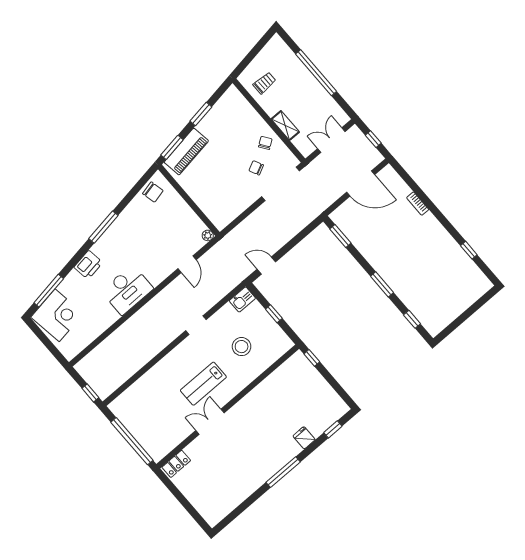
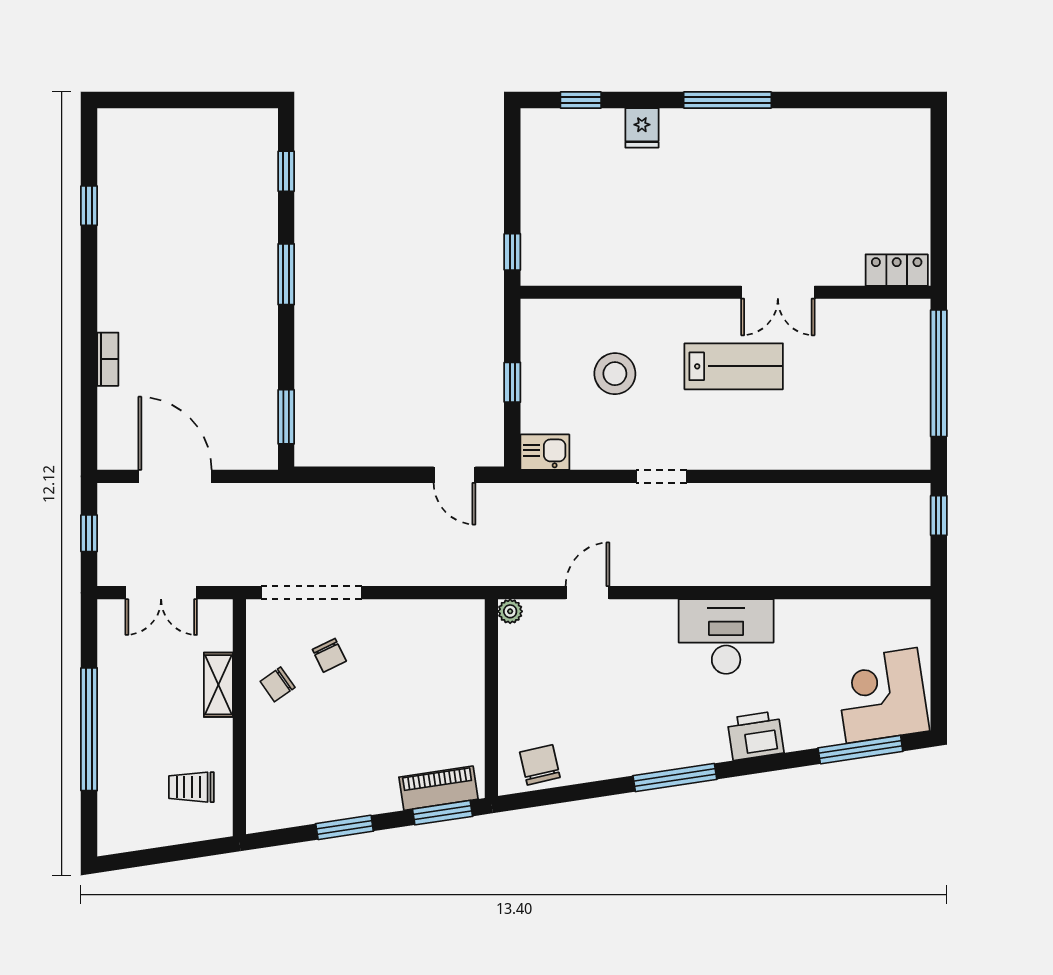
piano: (186, 152) -> (438, 788), width x0.73, depth x0.75

